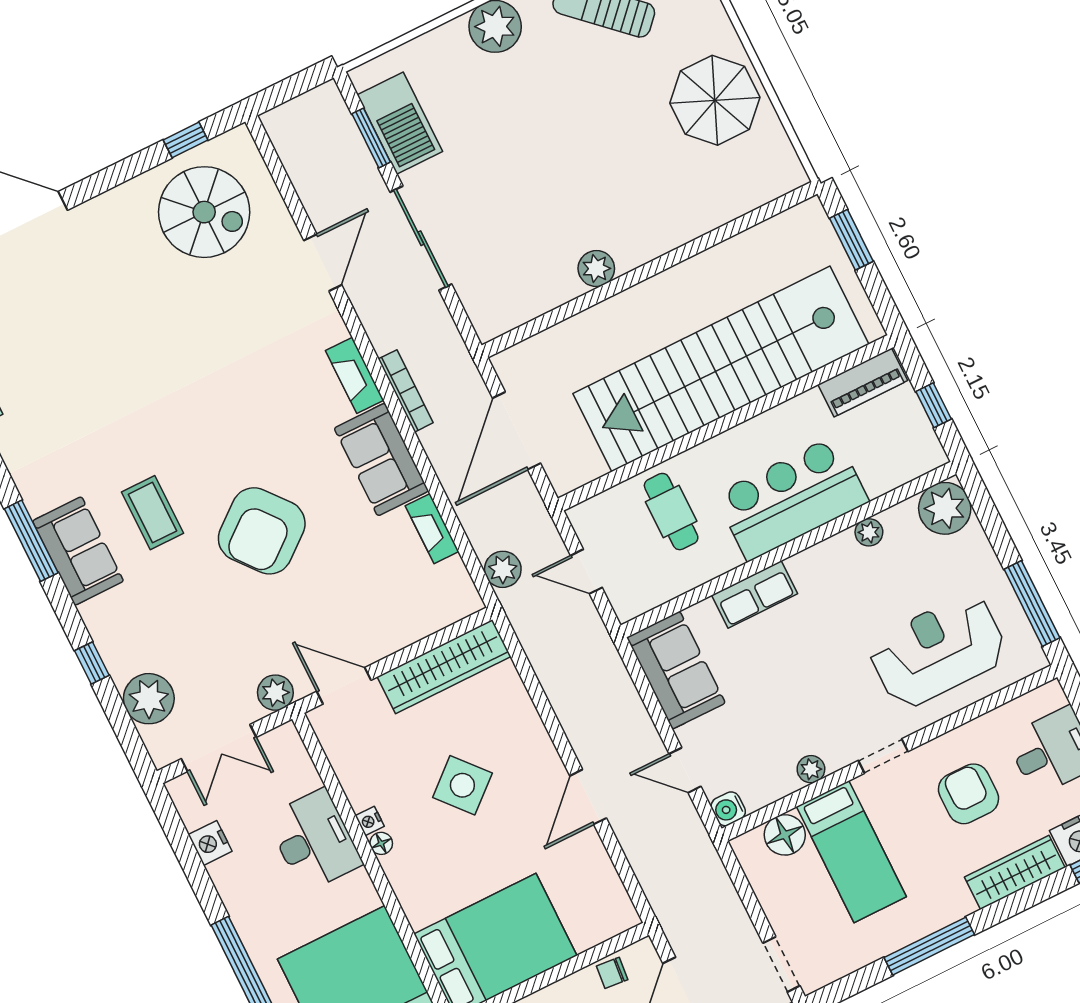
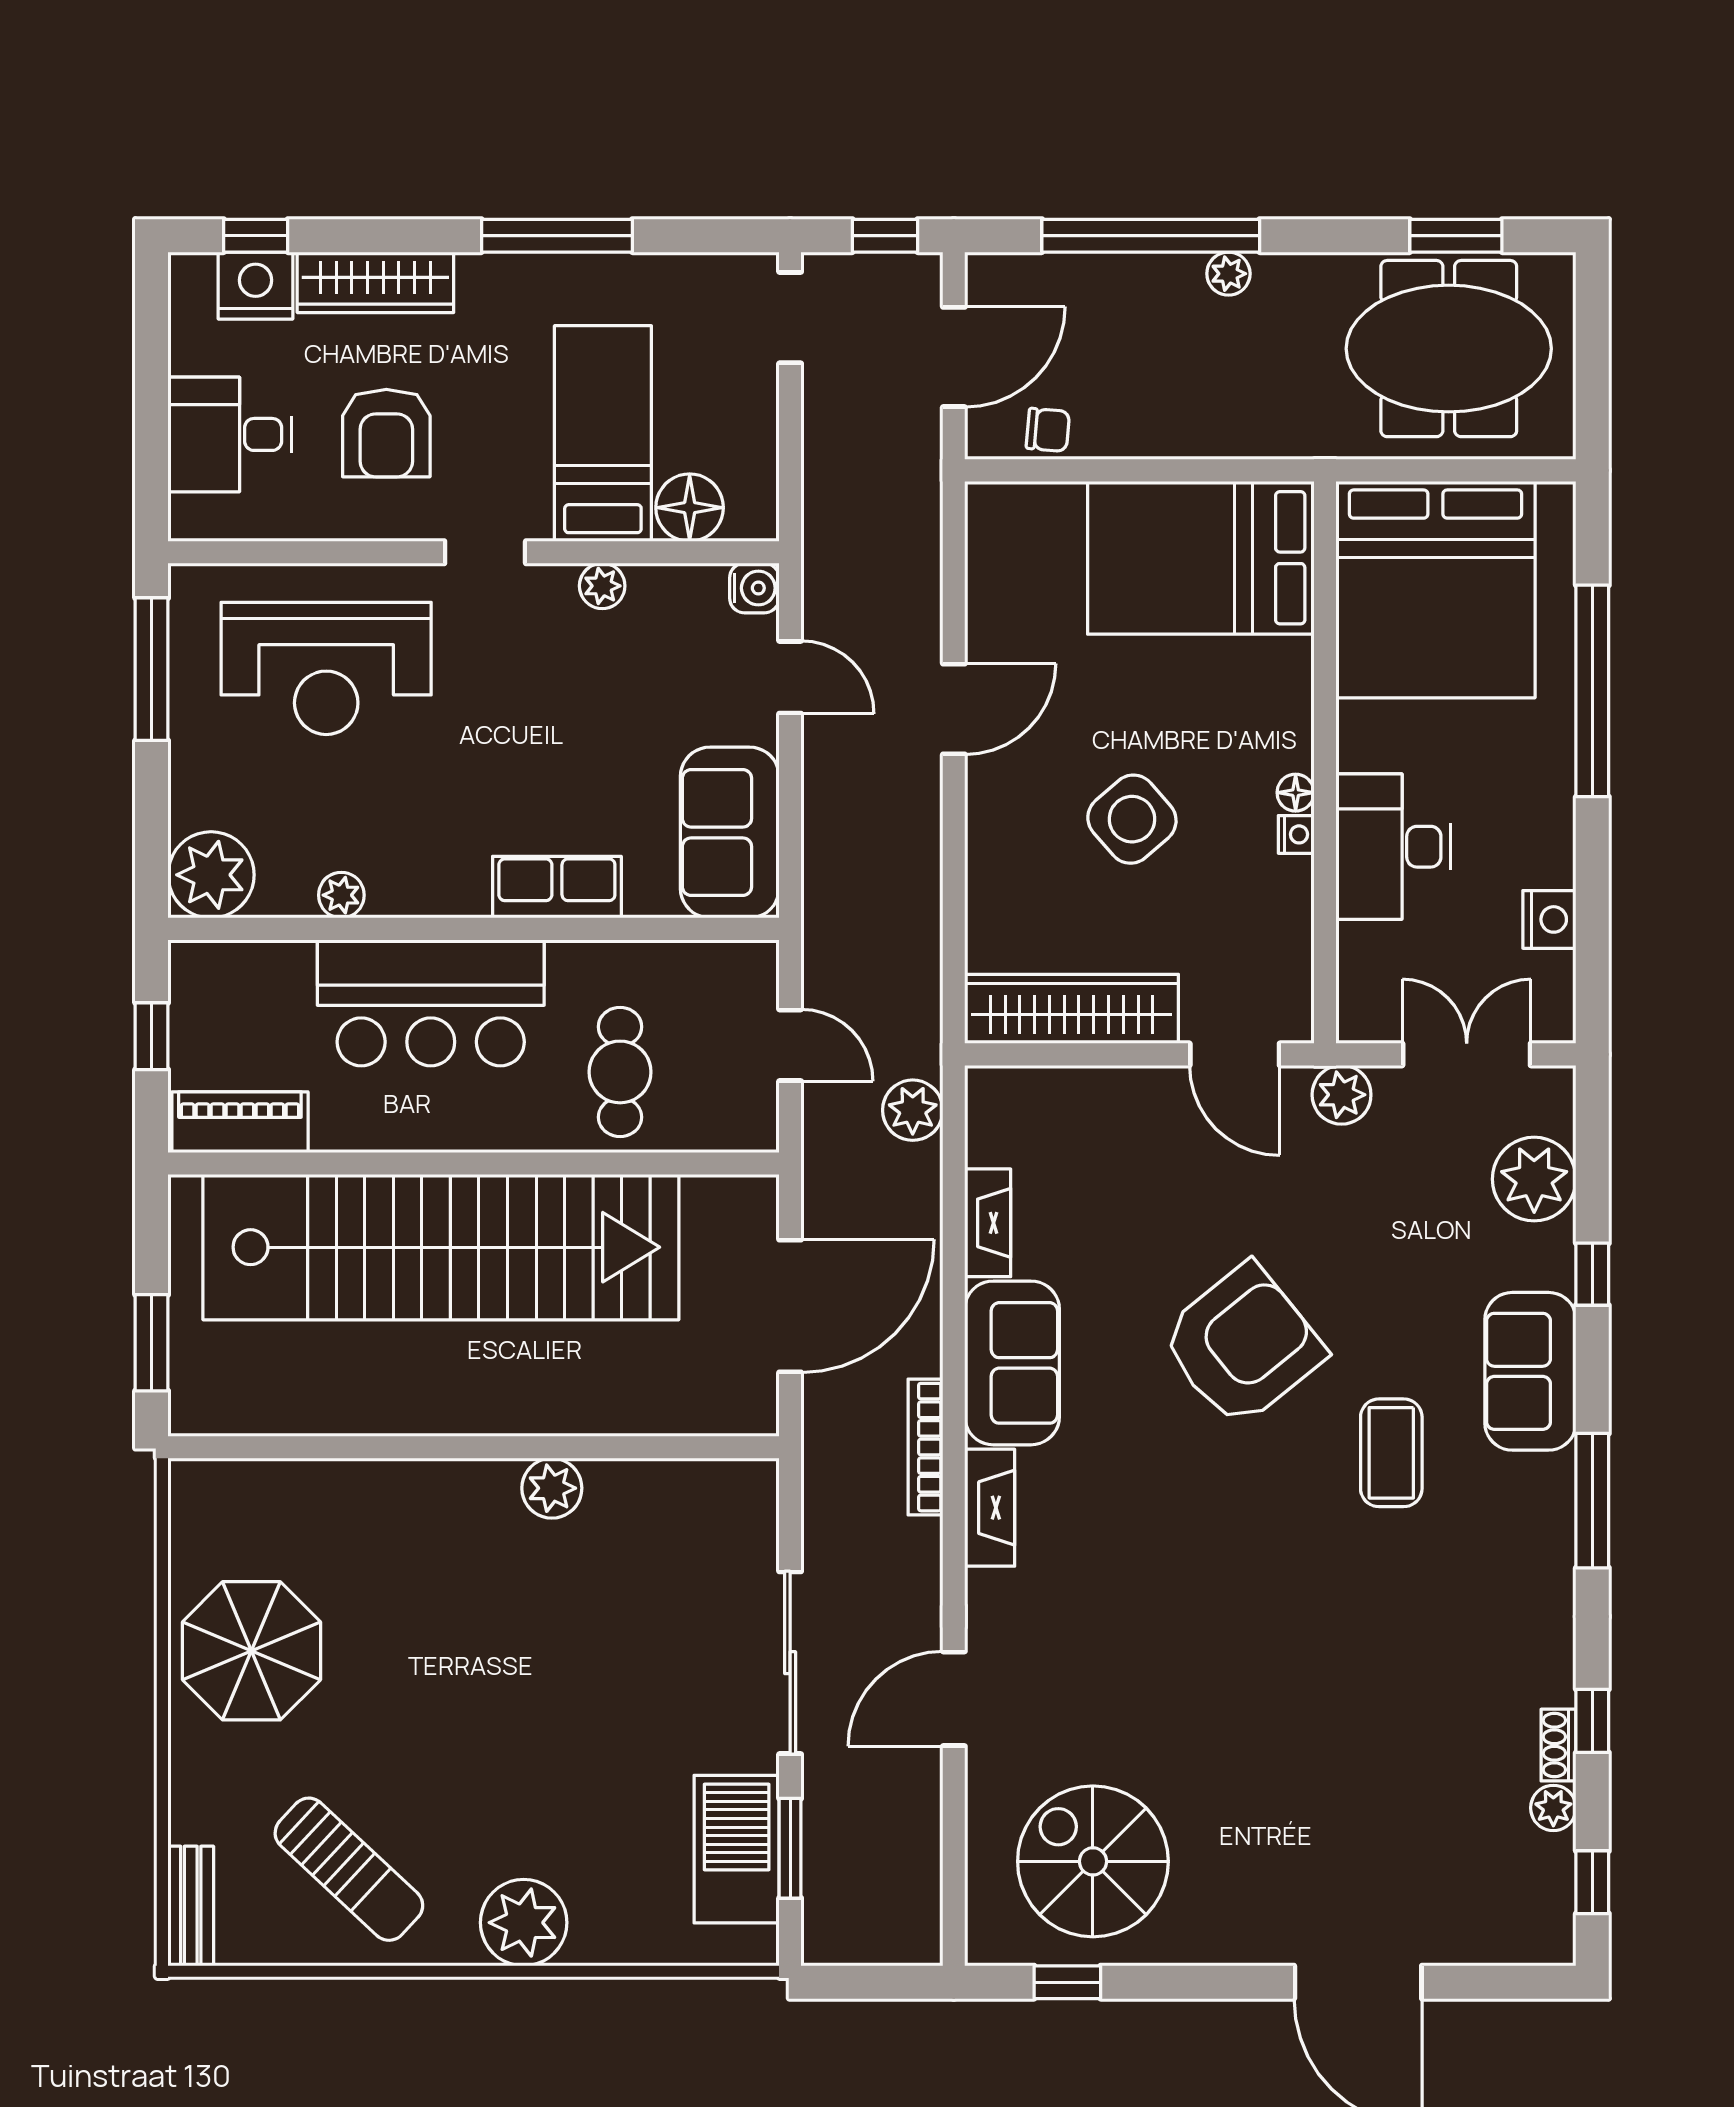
sofa: (78, 551) -> (1530, 1371), moved

